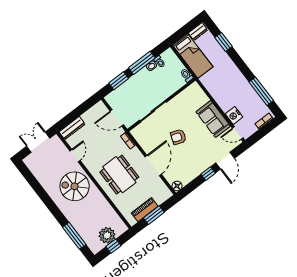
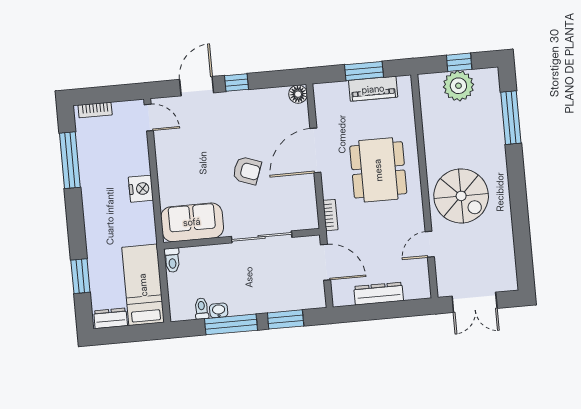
nightstand: (234, 115) -> (141, 189), moved
sofa: (213, 119) -> (192, 222), moved, turned -90
dresser: (72, 128) -> (379, 294), moved

